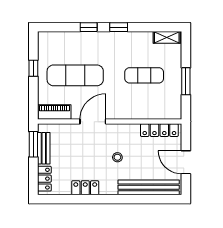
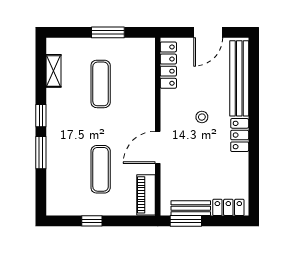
window: (89, 27) -> (41, 153), width x1.50
shelving: (167, 37) -> (53, 71), moved
exercise mat: (75, 75) -> (101, 169), width x0.73, depth x0.69
door: (93, 122) -> (158, 147), hinge flipped
locker: (85, 188) -> (240, 135), moved

